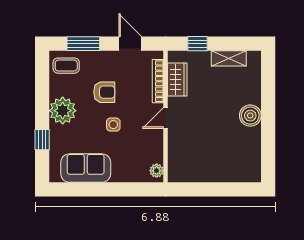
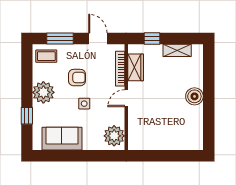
plant: (157, 171) -> (114, 136), width x1.87, depth x1.87

